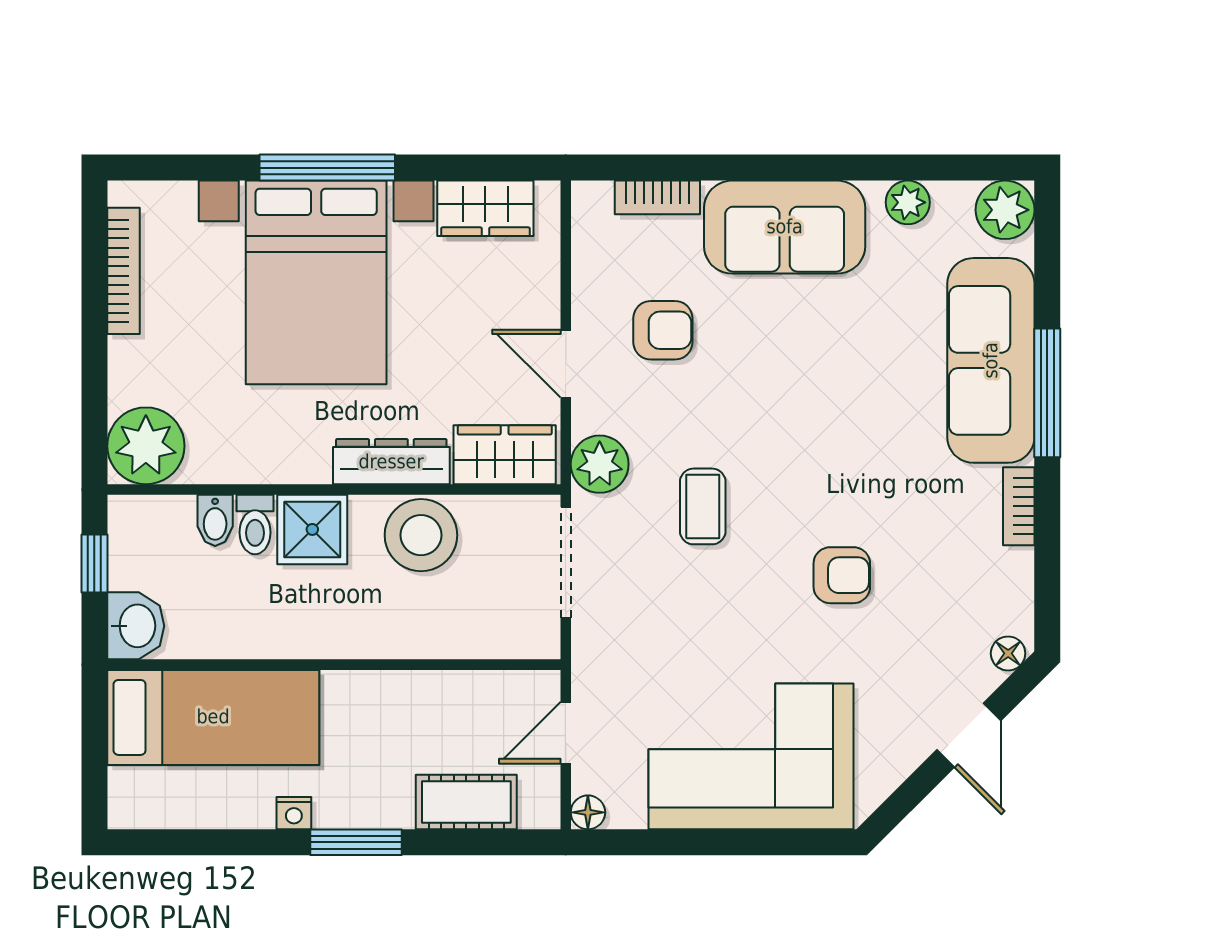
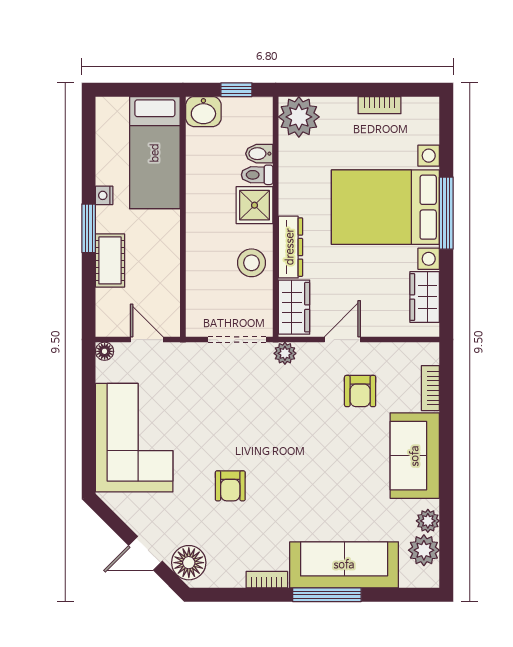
plant: (1005, 210) -> (424, 550), moved
bookcase: (123, 271) -> (379, 105), width x0.64
plant: (600, 464) -> (285, 353), width x0.73, depth x0.73
coffee table: (703, 506) -> (267, 412), removed
stool: (421, 535) -> (251, 263), width x0.73, depth x0.73
floor lamp: (1008, 653) -> (189, 563), width x1.89, depth x1.89
cot: (466, 802) -> (110, 260), moved

